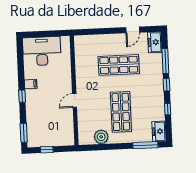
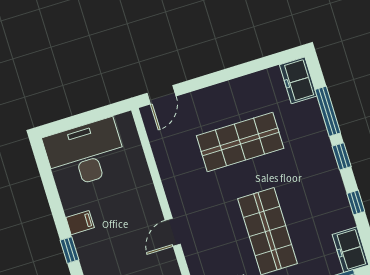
door: (133, 30) -> (162, 95), moved

